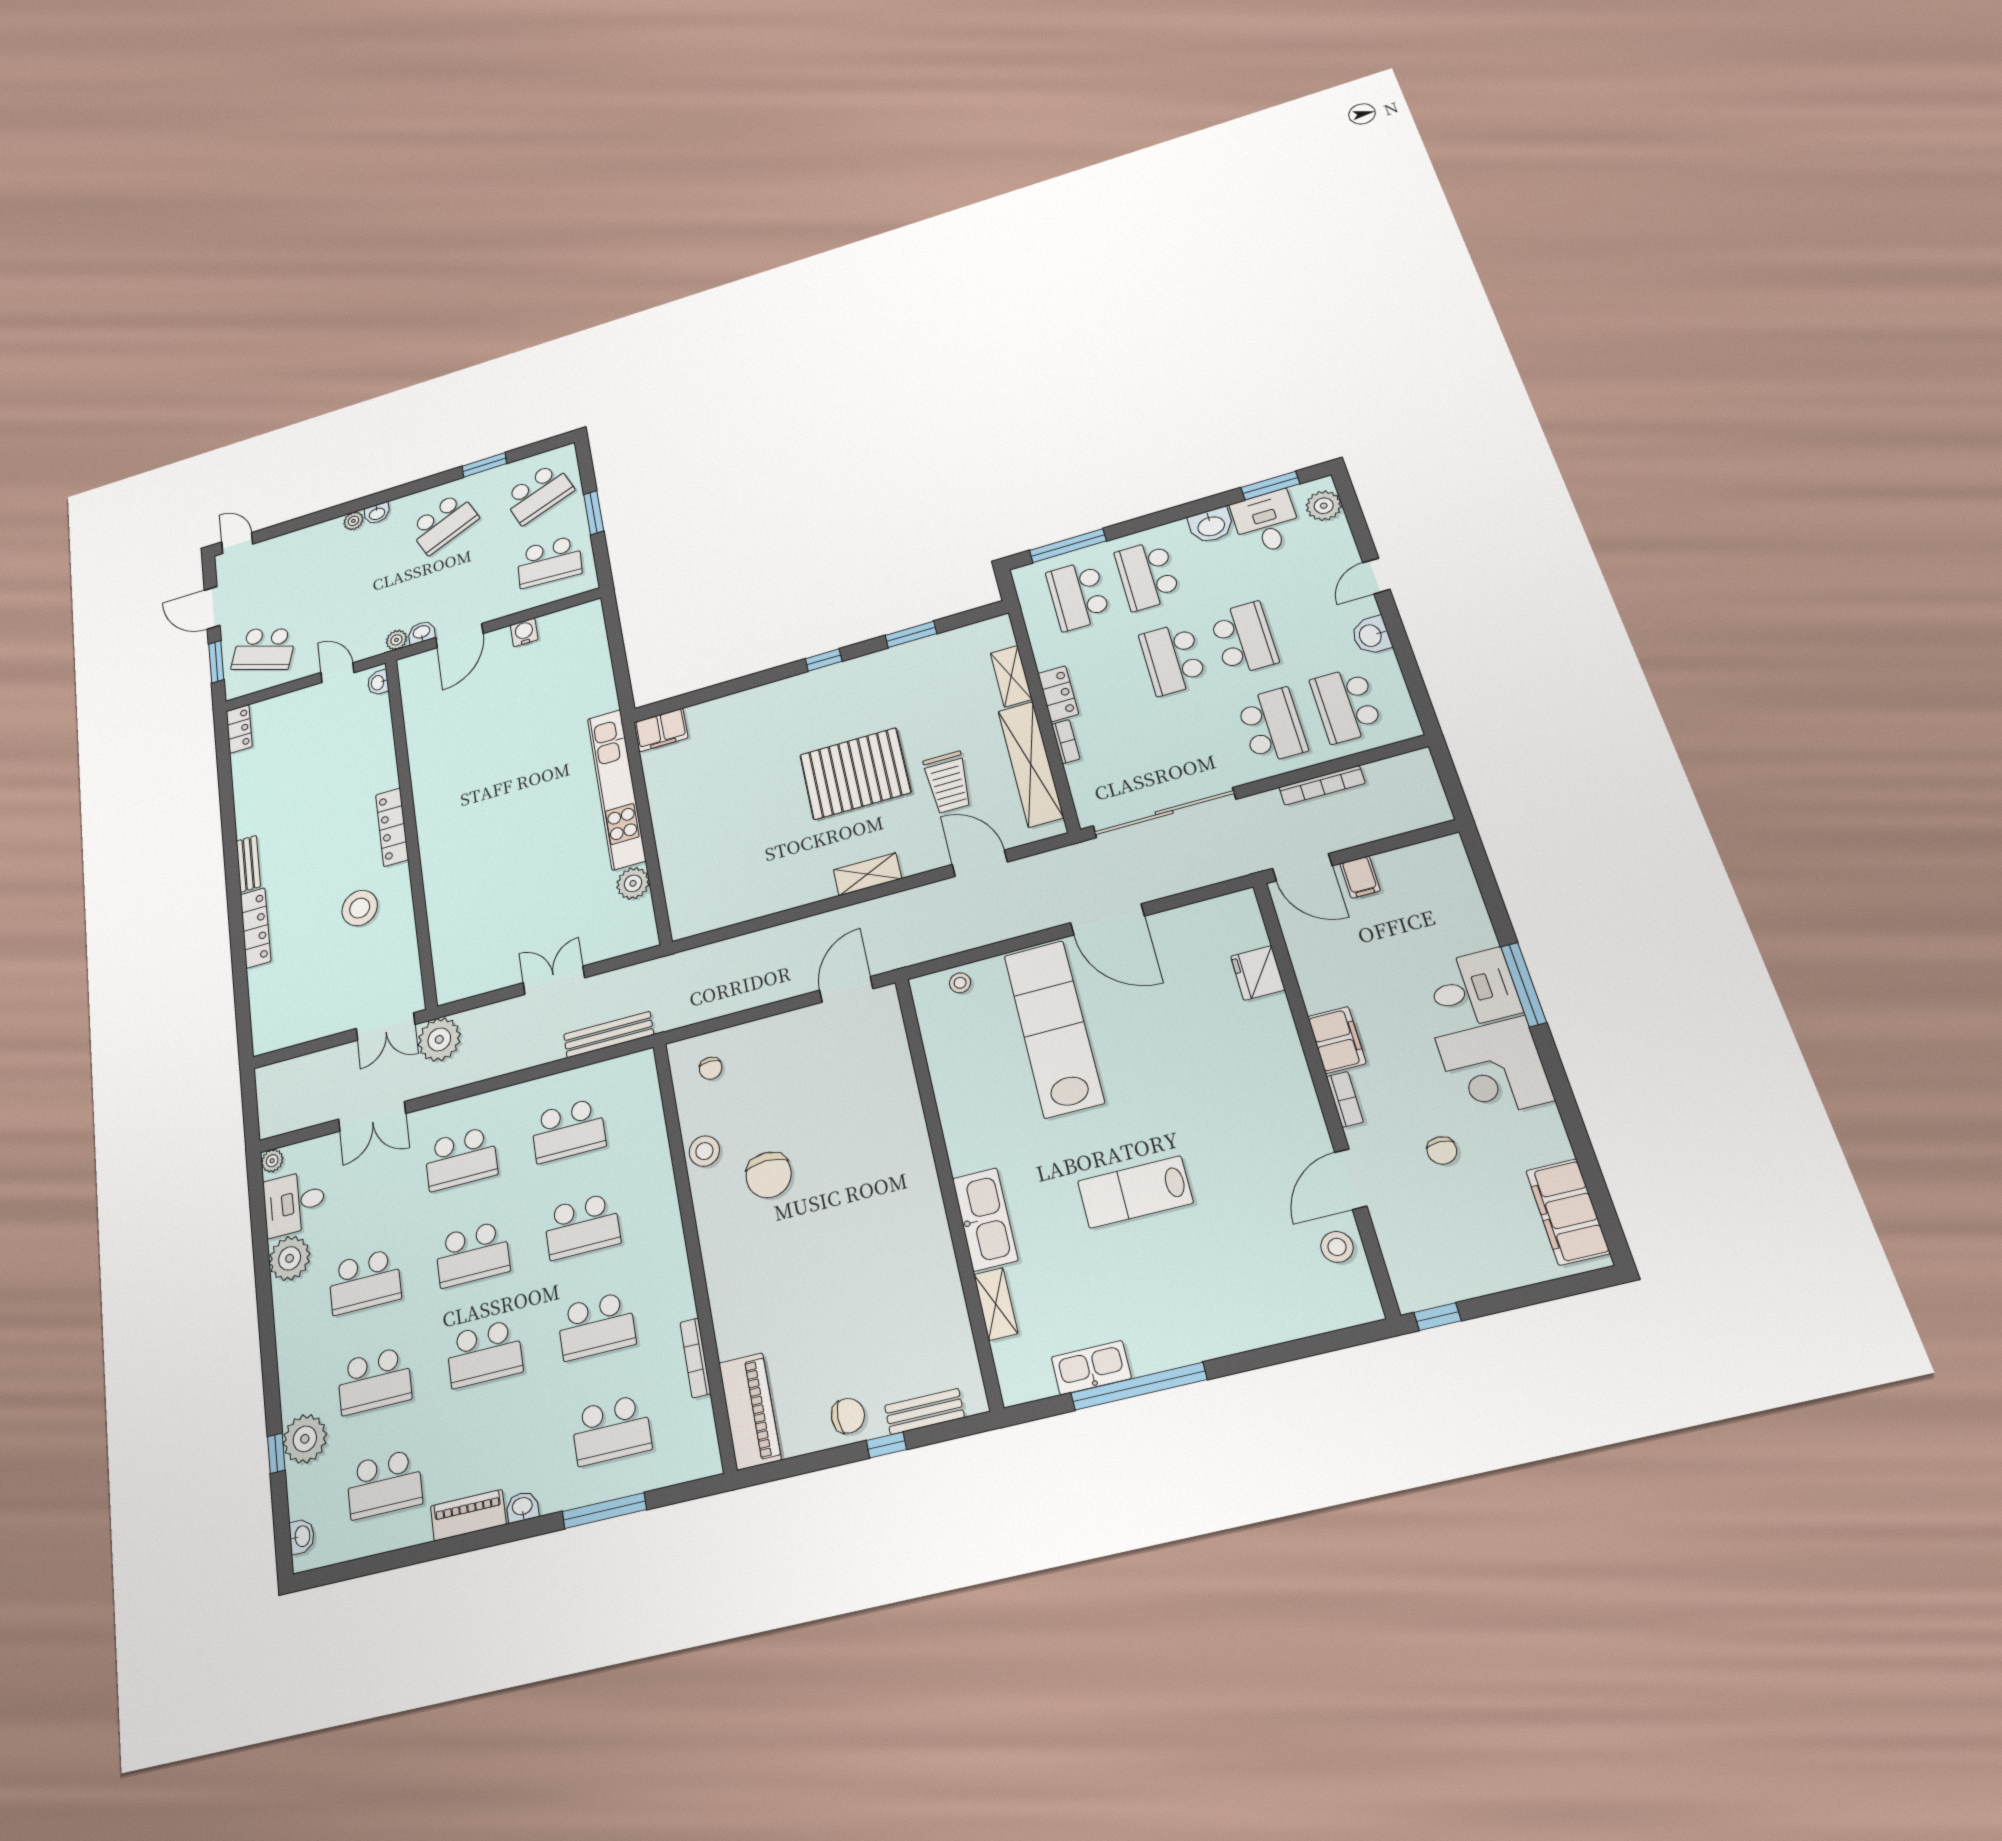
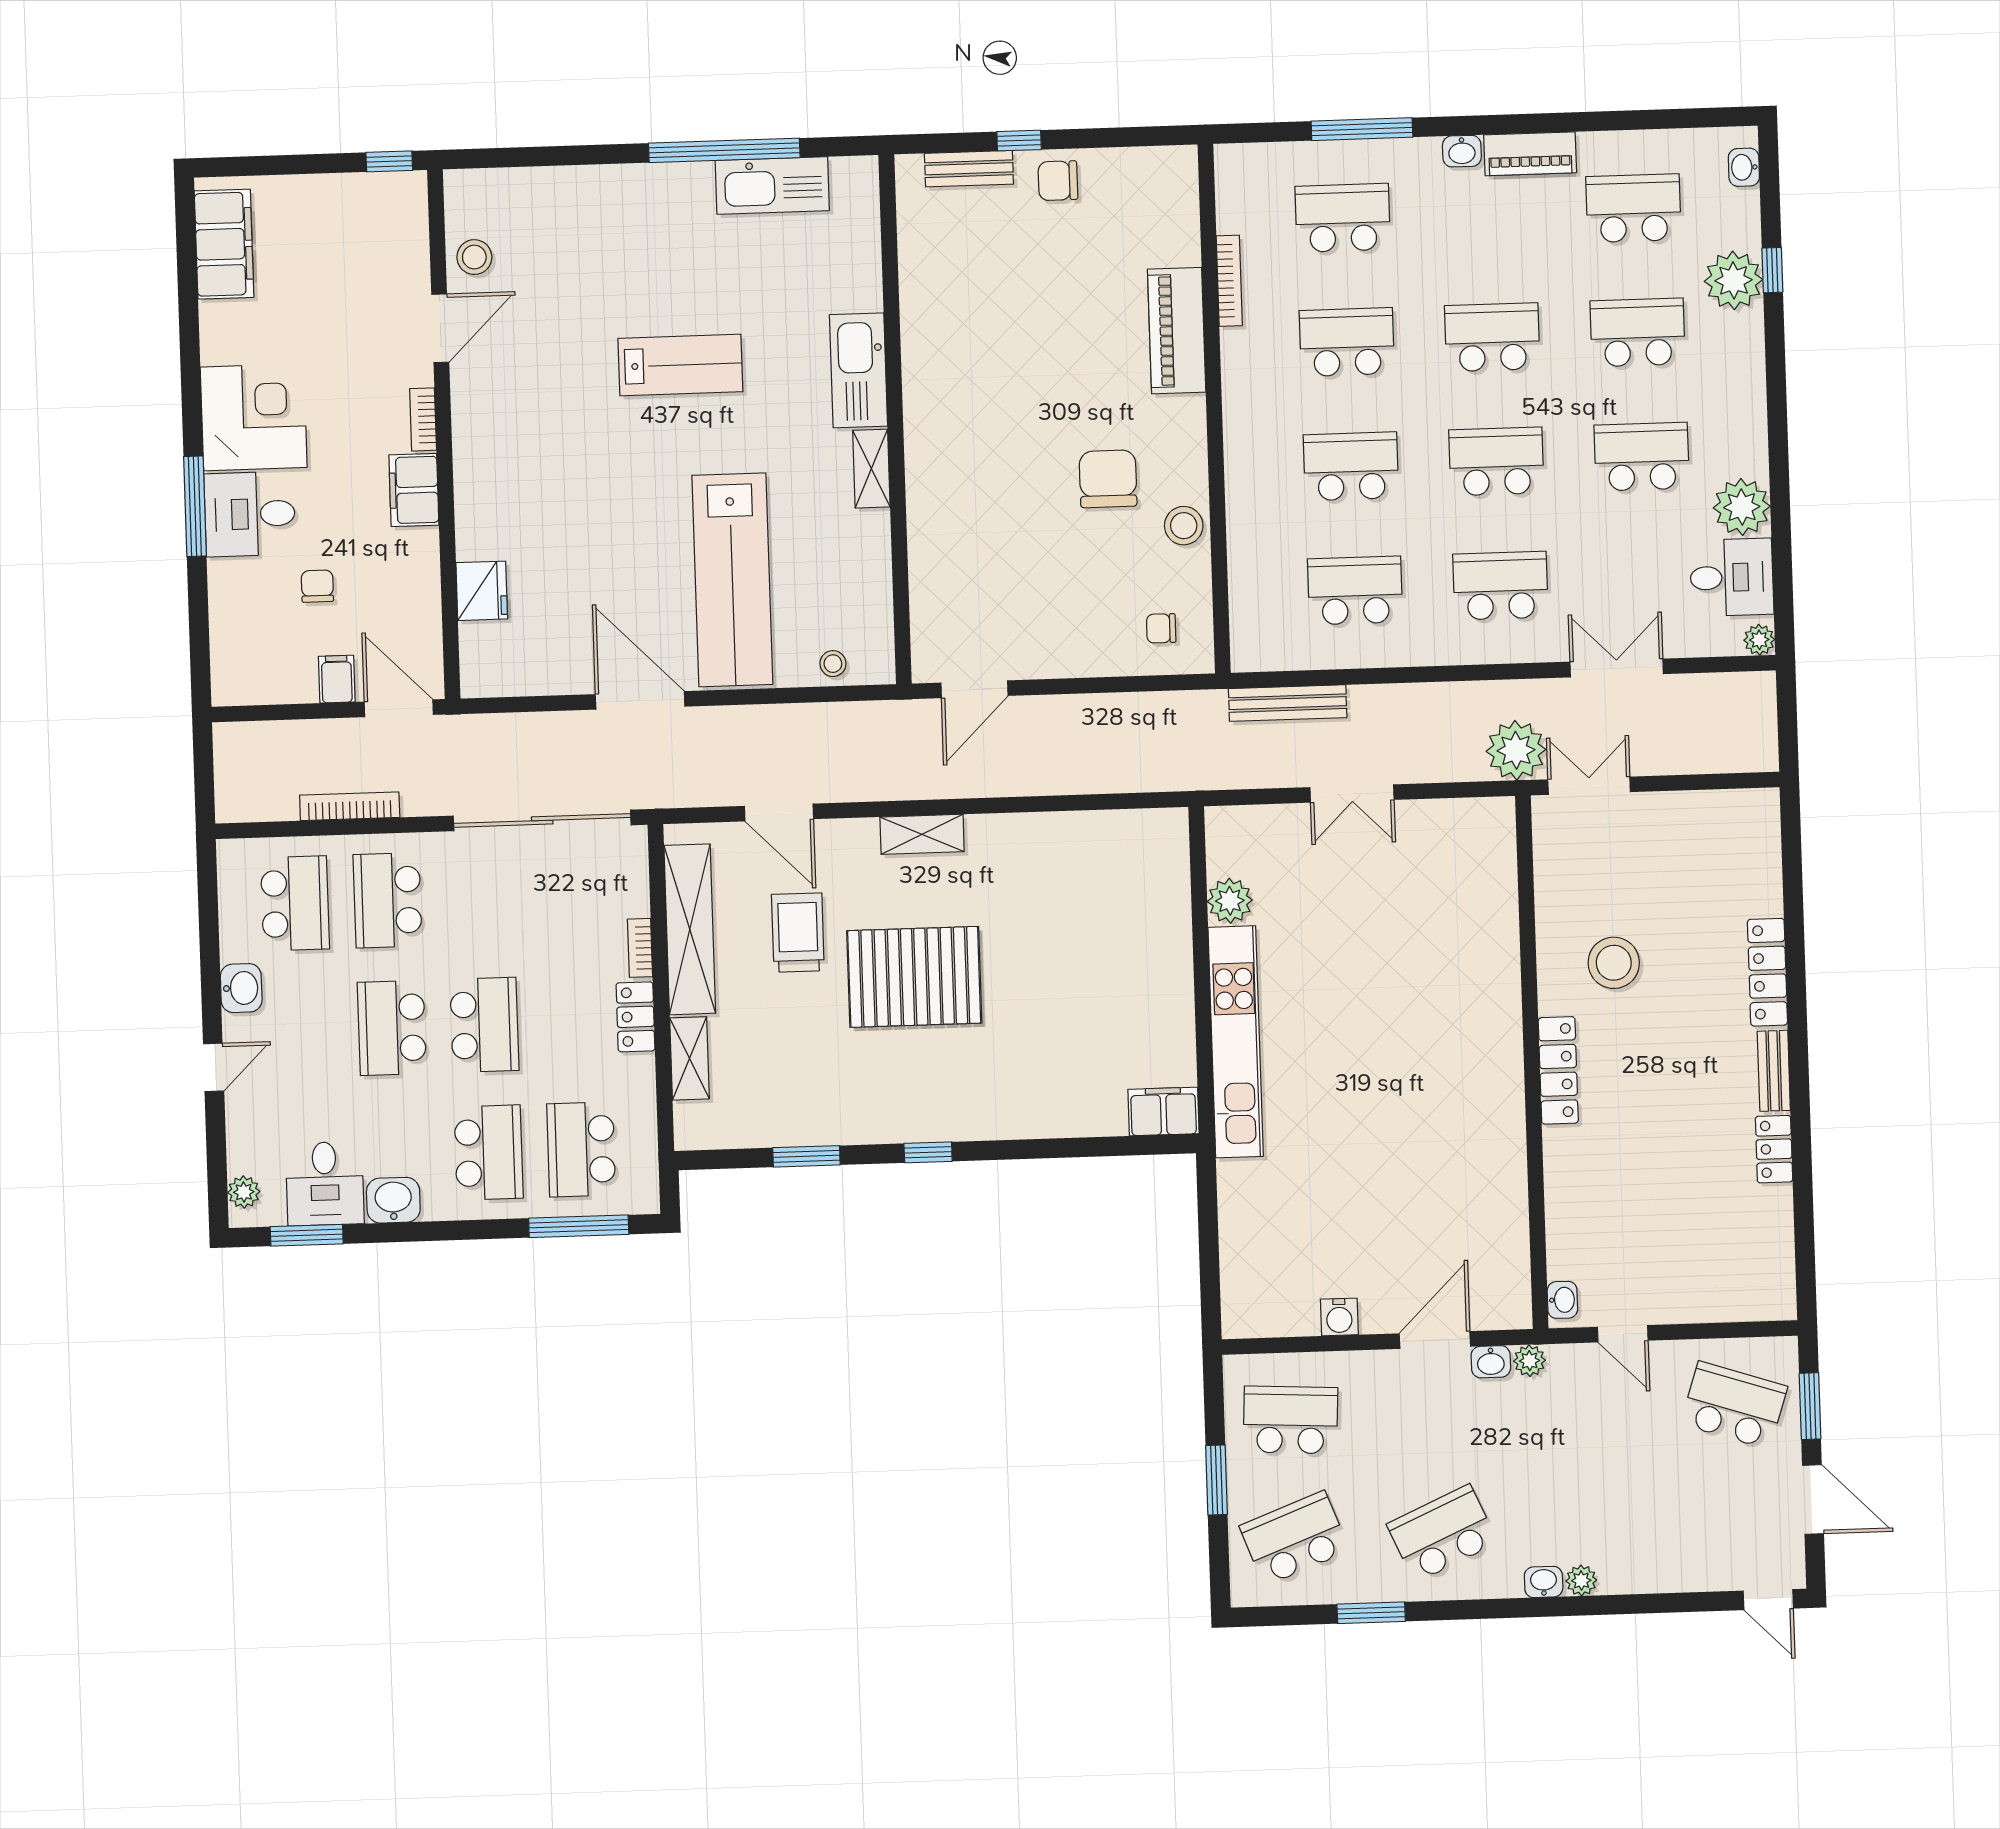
plant: (1324, 506) -> (244, 1192), width x0.73, depth x0.73
school desk: (1078, 595) -> (581, 1149), turned 180
locker: (239, 729) -> (1774, 1149), moved
chair: (711, 1068) -> (1161, 628), turned -90
chair: (1442, 1151) -> (317, 586), moved
shelving: (996, 1304) -> (871, 469), moved
kitchen sink: (1091, 1368) -> (772, 185), width x1.36, depth x1.24
piano: (750, 1411) -> (1177, 331), moved

